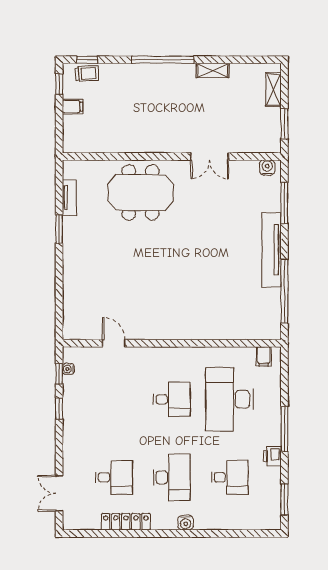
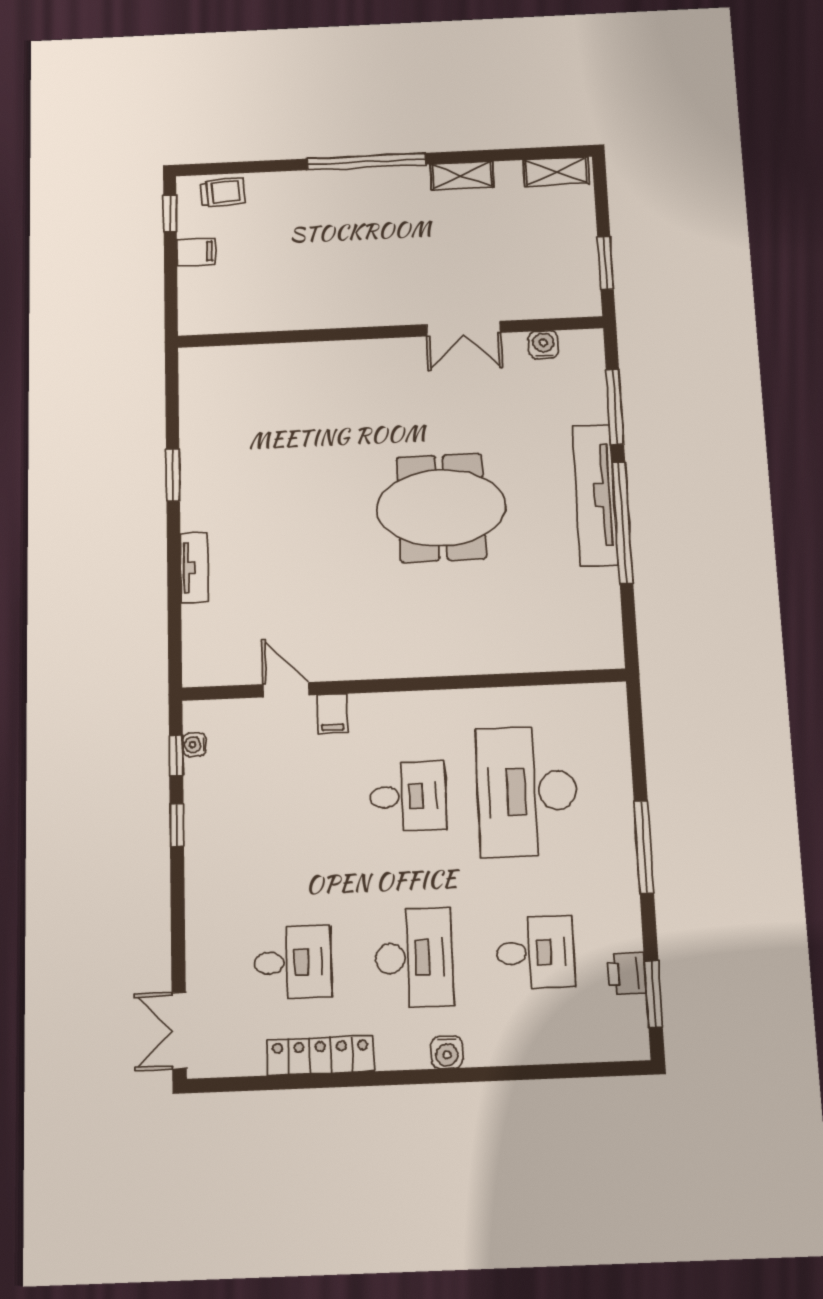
window: (87, 60) -> (222, 168), removed
shelving: (273, 90) -> (556, 172), moved, turned 90
water cooler: (267, 167) -> (543, 345), moved
meeting table: (140, 192) -> (441, 508), moved
tv unit: (69, 198) -> (194, 568), moved
window: (284, 291) -> (622, 523), moved
filing cabinet: (264, 356) -> (332, 714), moved
printer: (272, 456) -> (626, 973), moved
double door: (59, 493) -> (179, 1030), moved

